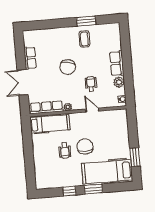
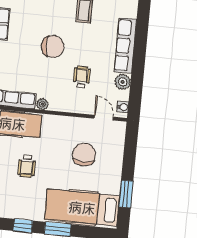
row of seats: (117, 63) -> (125, 46), width x1.48
chair: (68, 67) -> (53, 47), turned -102
door: (92, 110) -> (104, 118), moved
chair: (85, 146) -> (84, 155), moved

